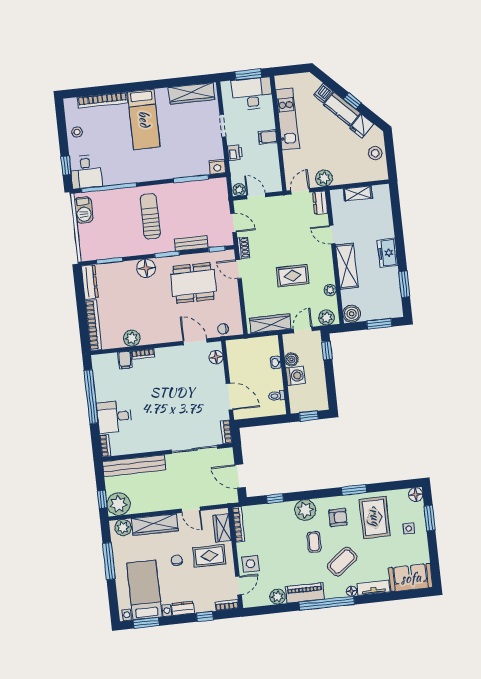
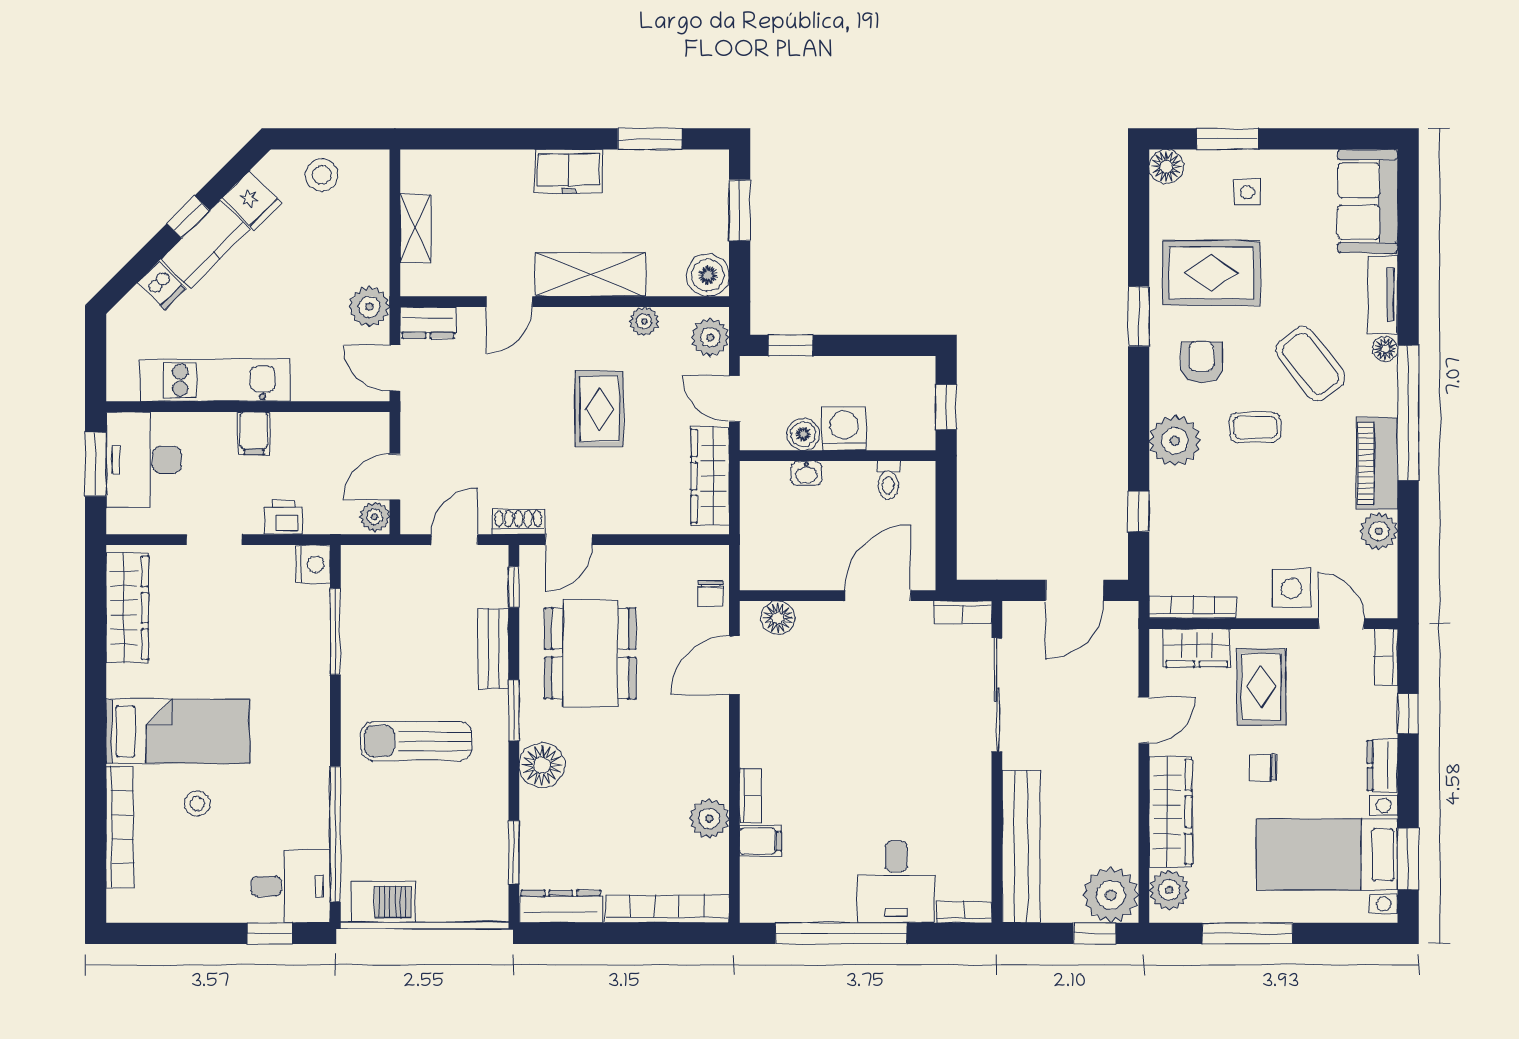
stool: (77, 132) -> (197, 804), moved

